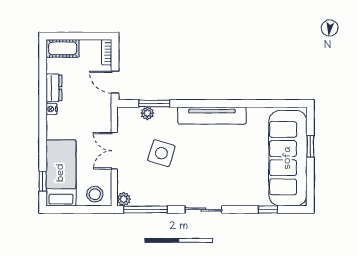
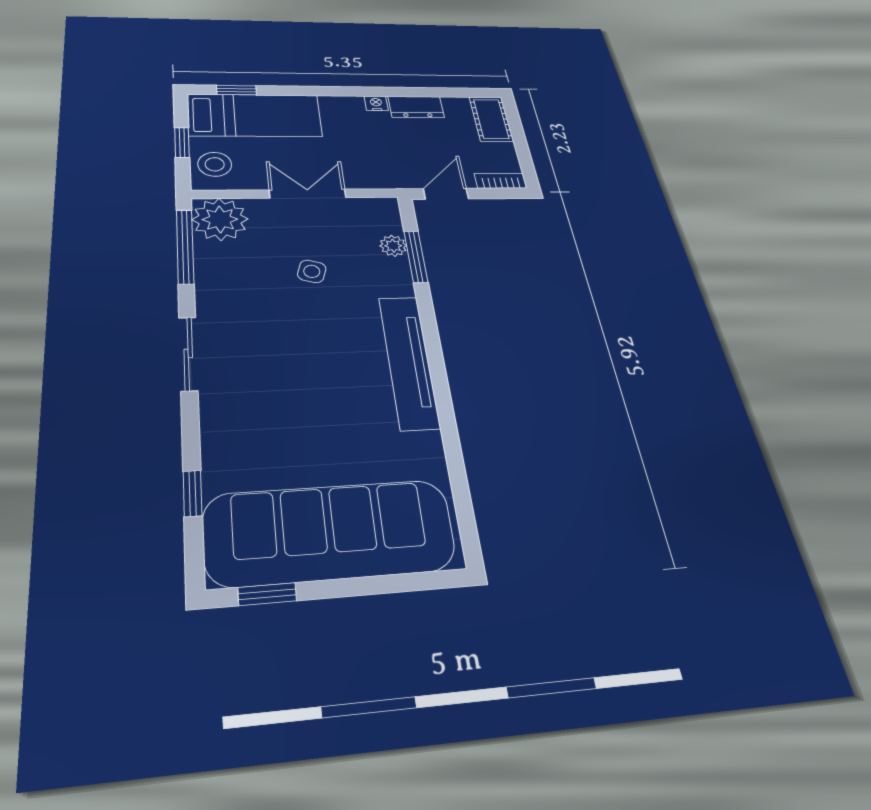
window: (310, 146) -> (267, 594), moved
side table: (161, 153) -> (312, 271), width x0.54, depth x0.54
plant: (124, 199) -> (220, 219), width x1.87, depth x1.87
window: (80, 209) -> (182, 142), added

